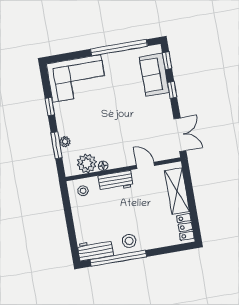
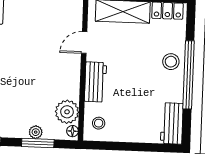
floor lamp: (103, 166) -> (72, 131), moved
stool: (129, 241) -> (171, 62), moved
window: (118, 258) -> (189, 75), moved

